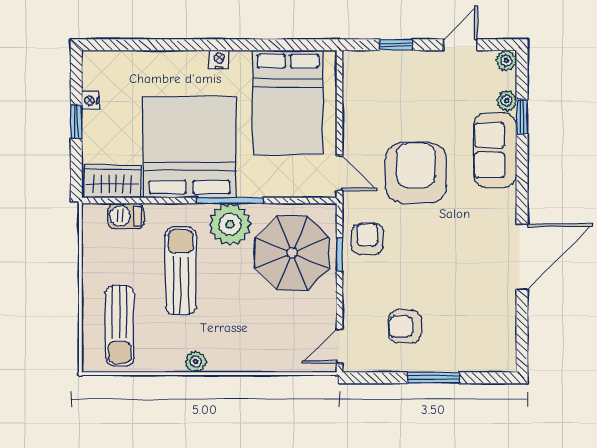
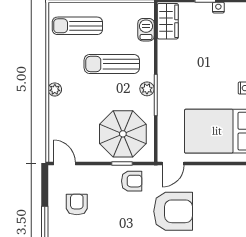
bed: (190, 147) -> (189, 70), removed
plant: (230, 224) -> (147, 89), width x0.53, depth x0.53
sun lounger: (181, 271) -> (112, 64), turned 180
plant: (196, 362) -> (55, 89), moved

